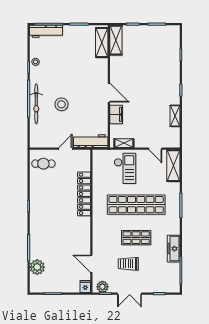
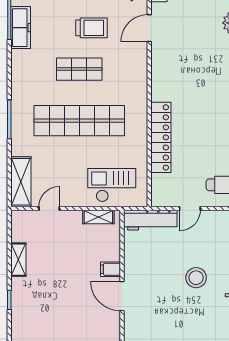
filing cabinet: (116, 114) -> (110, 269), width x0.50
door: (155, 149) -> (49, 208), hinge flipped
checkout: (125, 168) -> (112, 185), moved, turned 90
freezer: (174, 249) -> (21, 28), moved
door: (91, 264) -> (149, 28), swing flipped

